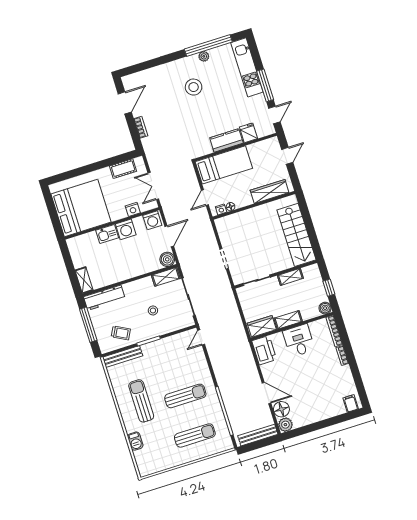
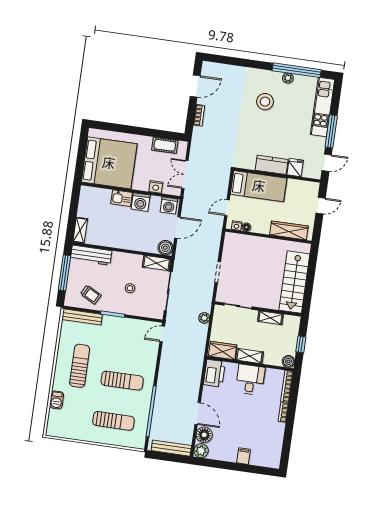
plant: (232, 305) -> (204, 318), added
filing cabinet: (351, 403) -> (243, 456), moved

